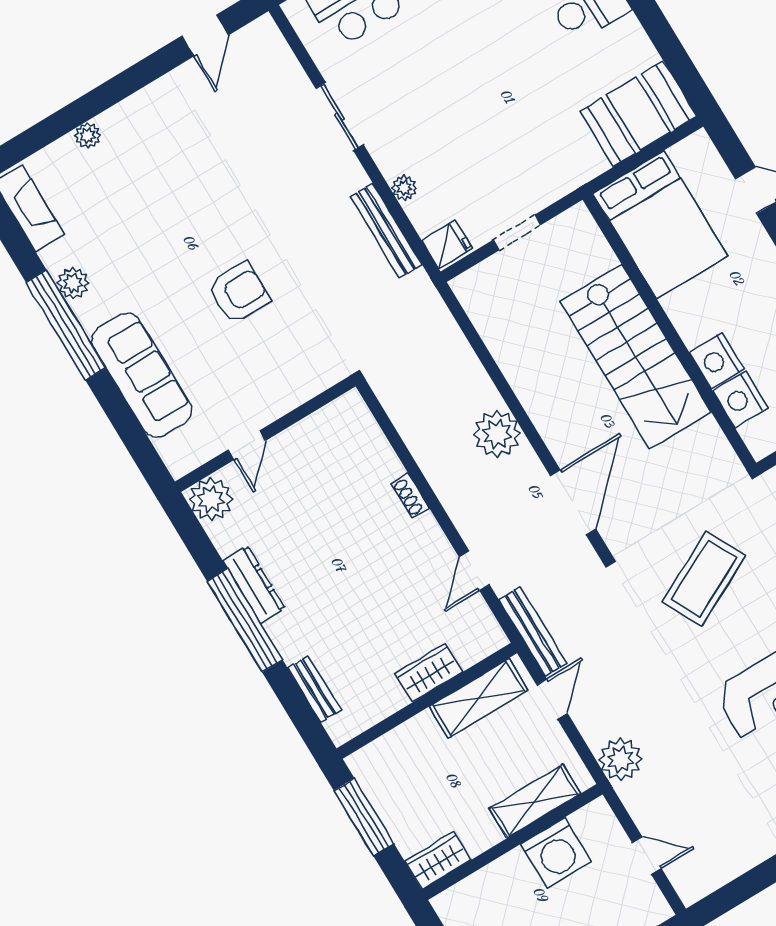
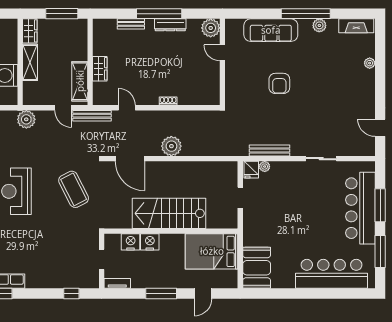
plant: (404, 188) -> (265, 167), moved
bench: (315, 689) -> (131, 24), moved
shelving: (535, 801) -> (30, 62), moved

